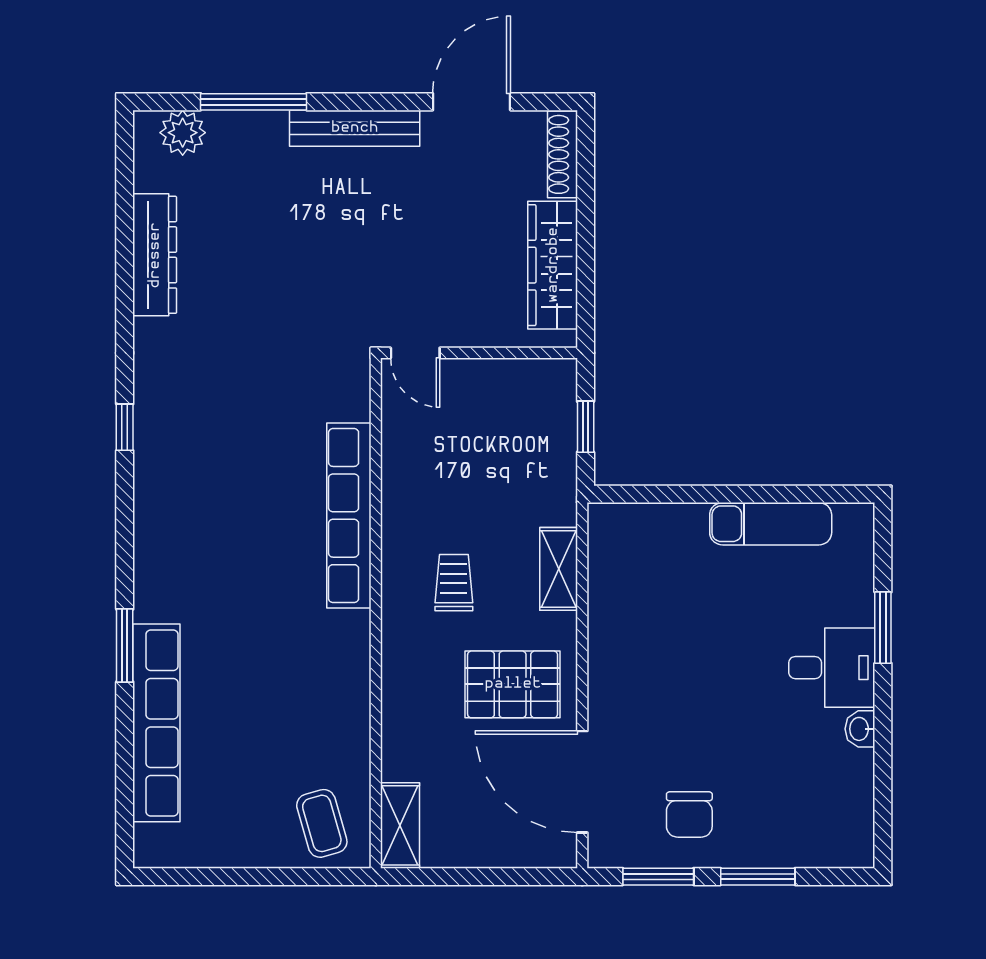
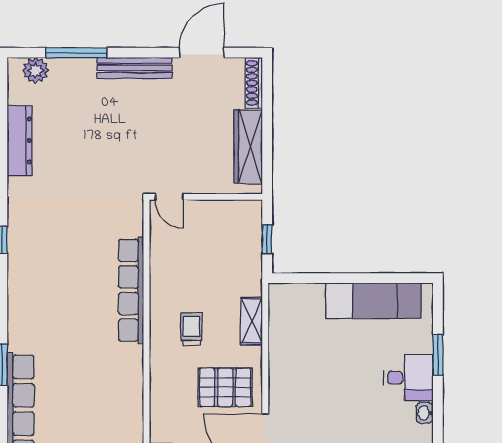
exam couch: (771, 524) -> (373, 301), width x1.36, depth x1.45

